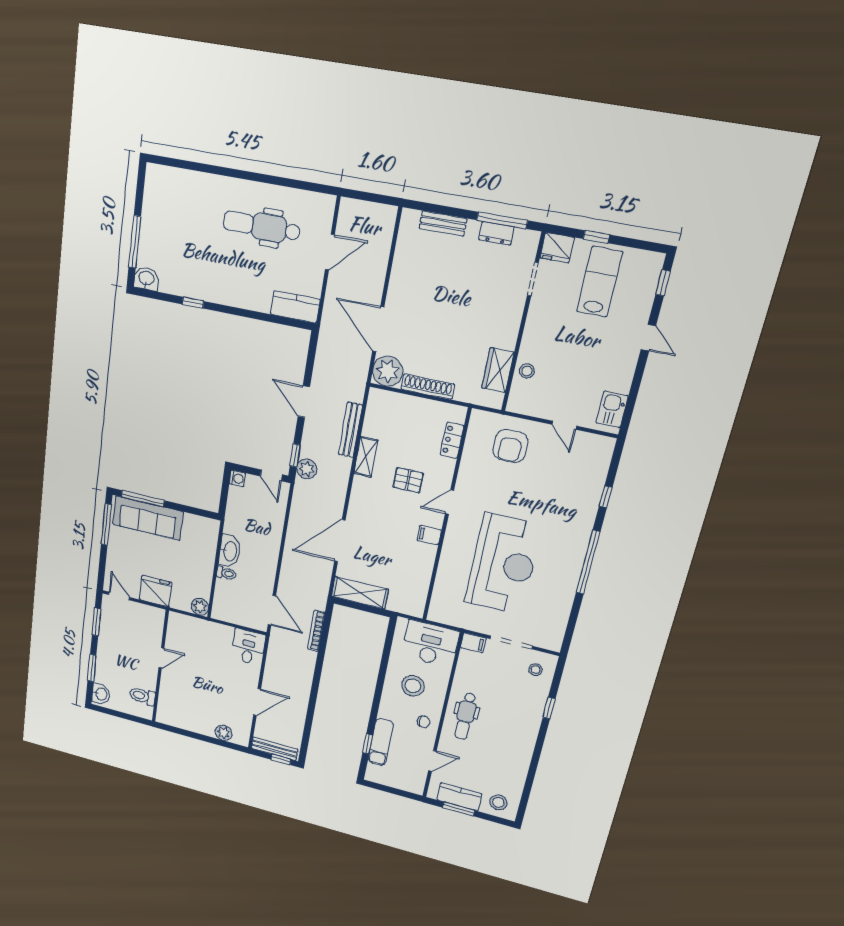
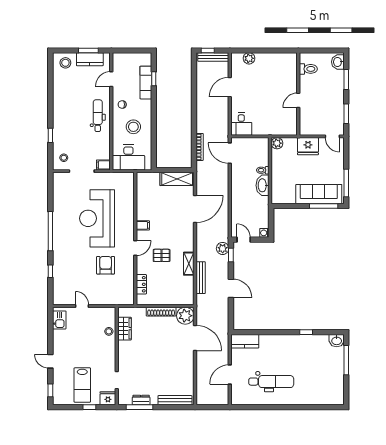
bench: (443, 223) -> (175, 400), width x1.36
armchair: (510, 446) -> (106, 265), moved

